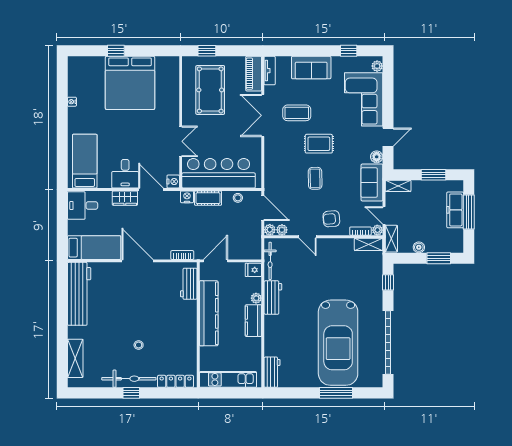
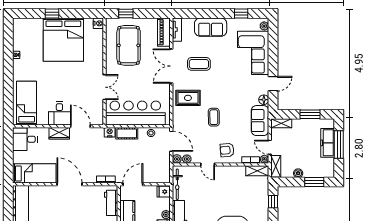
rug: (319, 144) -> (188, 98), moved
nightstand: (173, 182) -> (98, 23), moved

